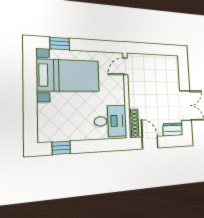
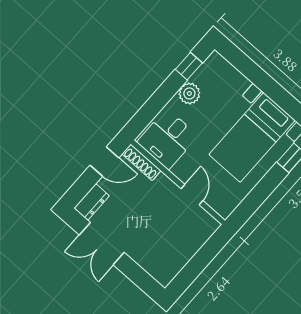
door: (125, 67) -> (192, 195), moved
plant: (76, 133) -> (189, 93), added

